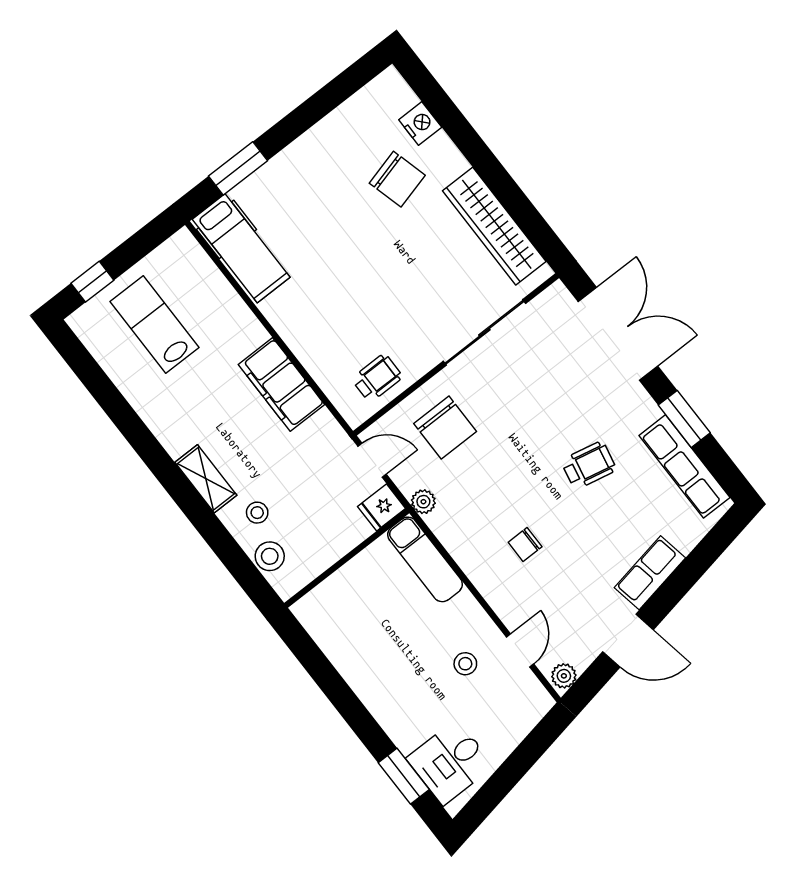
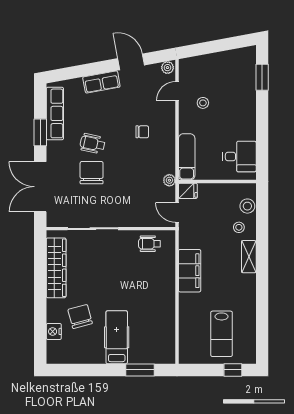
hospital bed: (241, 248) -> (117, 337), moved
chair: (445, 427) -> (92, 173), moved
desk: (450, 762) -> (239, 157), moved

